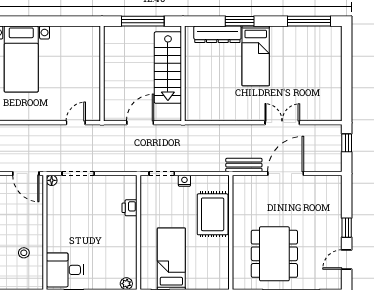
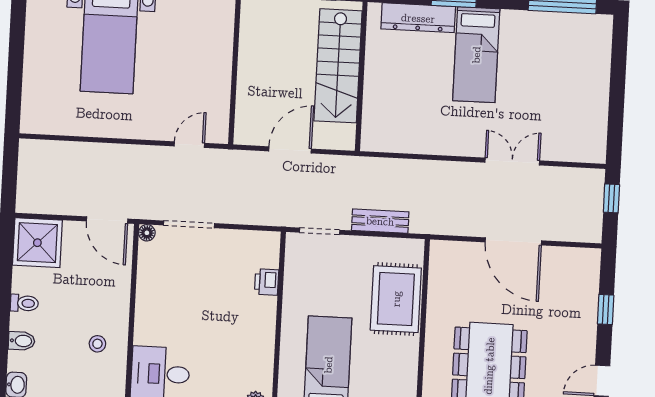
bench: (244, 165) -> (380, 221), moved
door: (286, 174) -> (513, 241), swing flipped
nightstand: (184, 181) -> (355, 244), removed
window: (347, 228) -> (606, 309), moved

